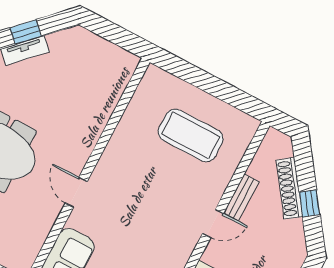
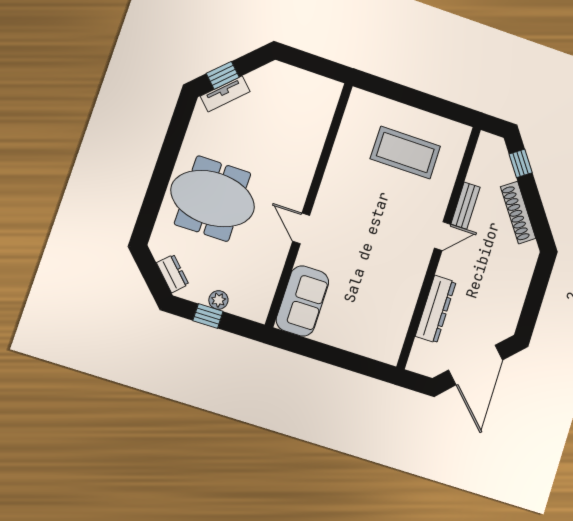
shoe rack: (289, 188) -> (518, 213), moved
window: (310, 203) -> (521, 163), moved

